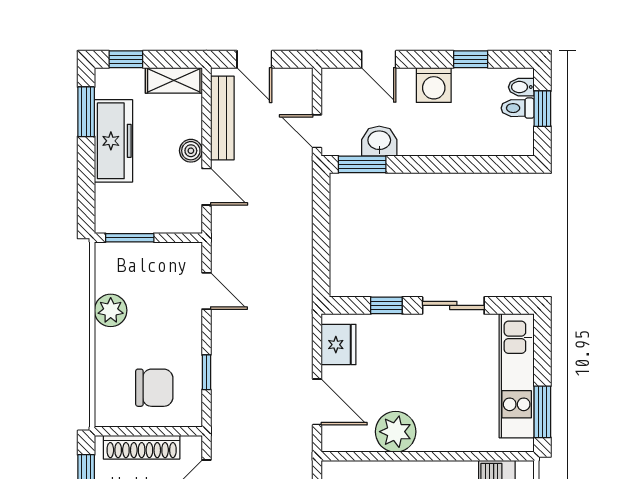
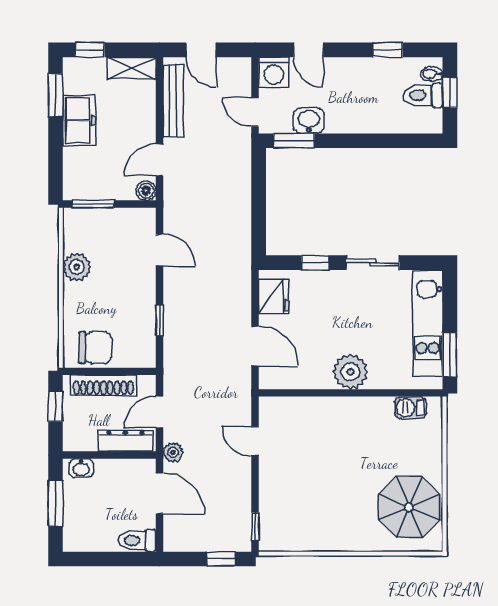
washing machine: (434, 85) -> (274, 72), moved
toilet: (518, 108) -> (423, 95), width x1.37, depth x1.39
freezer: (114, 141) -> (79, 120), width x0.71
boiler: (191, 151) -> (146, 191), moved
door: (206, 187) -> (159, 160), swing flipped
chair: (154, 388) -> (95, 348), moved
plant: (396, 432) -> (350, 372), moved

